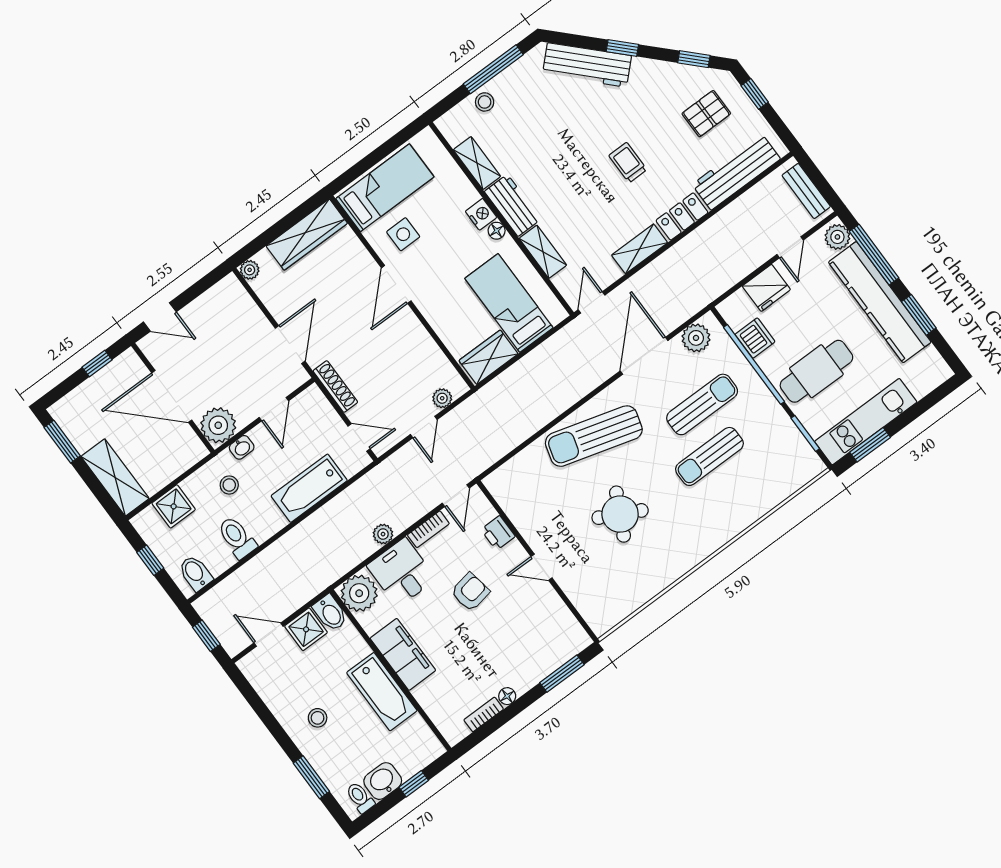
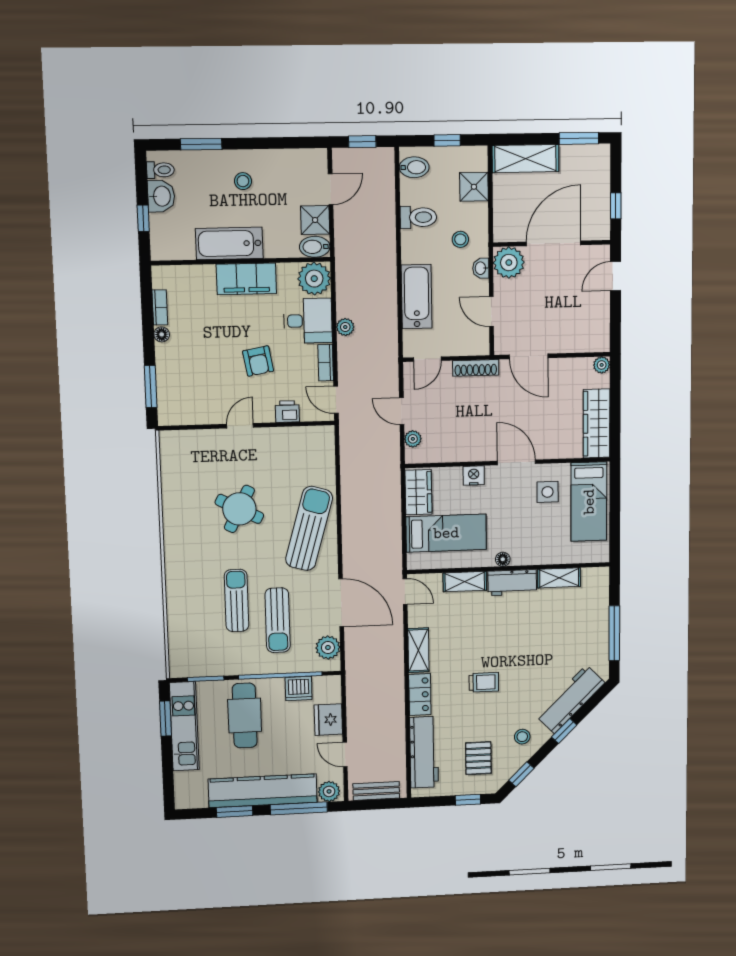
stool: (485, 102) -> (522, 737), moved
nightstand: (481, 214) -> (474, 476), moved, turned 180

